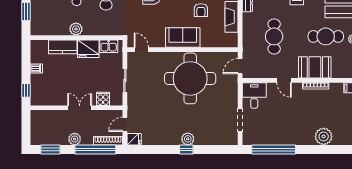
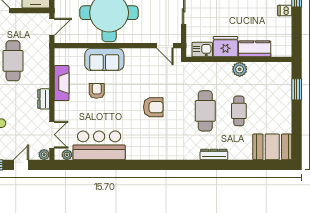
sofa: (183, 38) -> (104, 59), moved
dishwasher: (36, 68) -> (285, 11), moved

